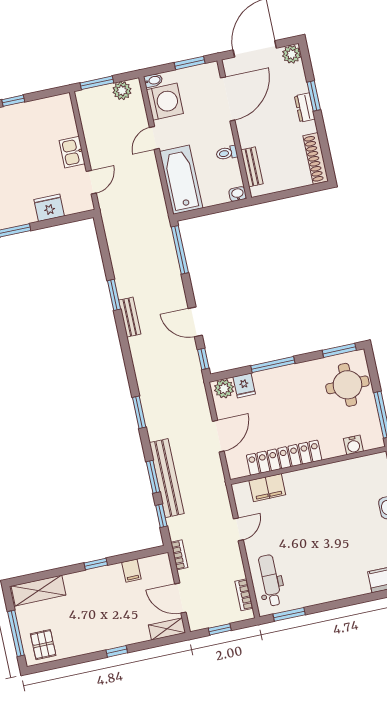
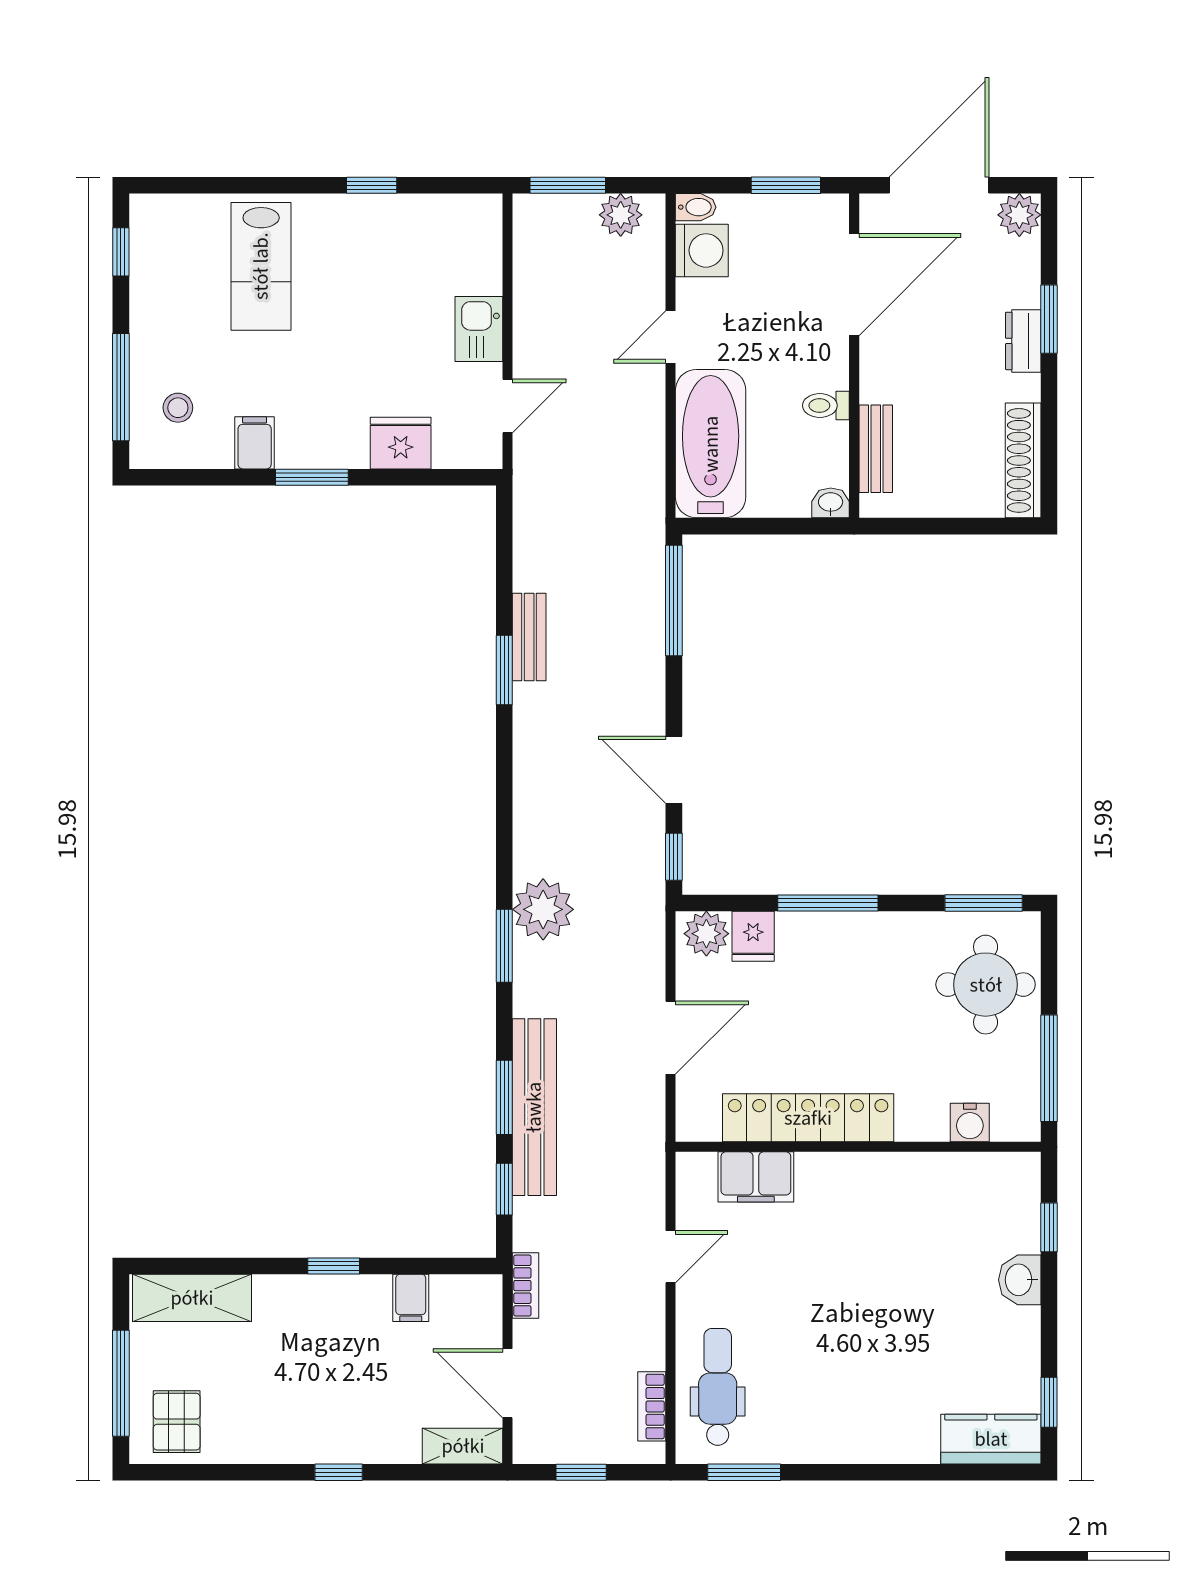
washing machine: (165, 102) -> (702, 250), width x0.73, depth x0.73
bench: (130, 317) -> (529, 637), moved
plant: (152, 393) -> (543, 909), added

